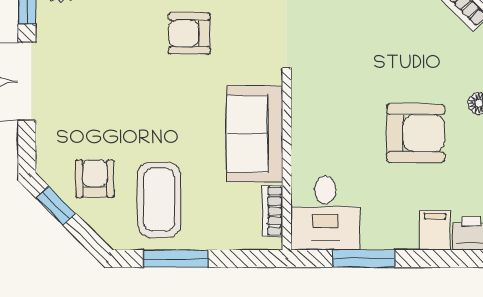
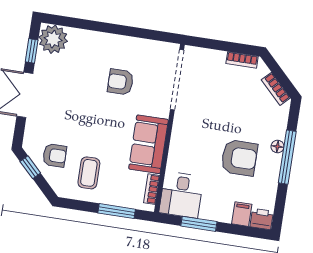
armchair: (95, 179) -> (55, 155), turned 90
coffee table: (159, 200) -> (89, 173), width x0.73, depth x0.77
window: (176, 259) -> (117, 211), moved

